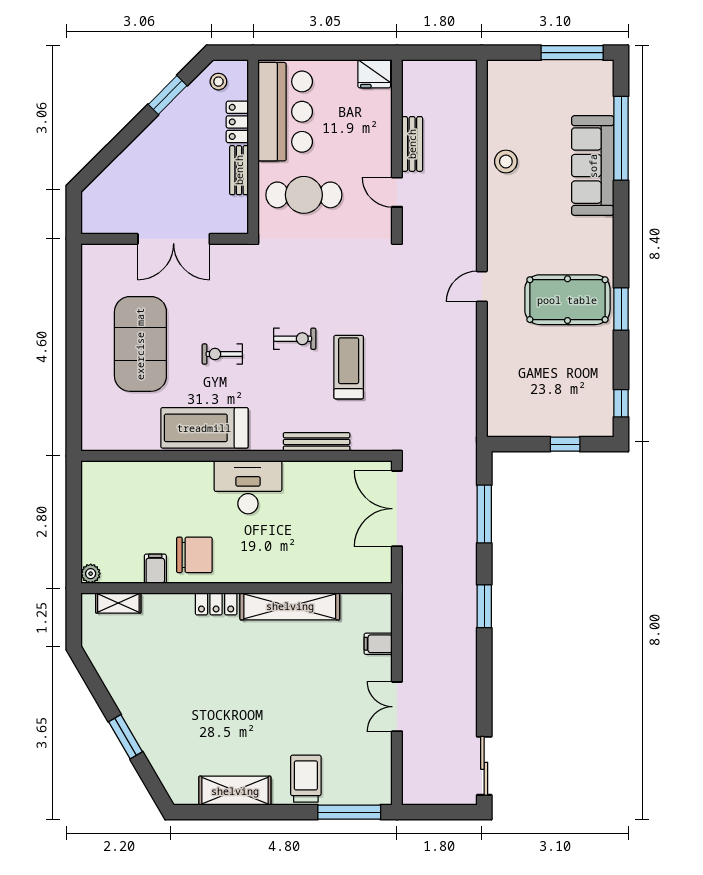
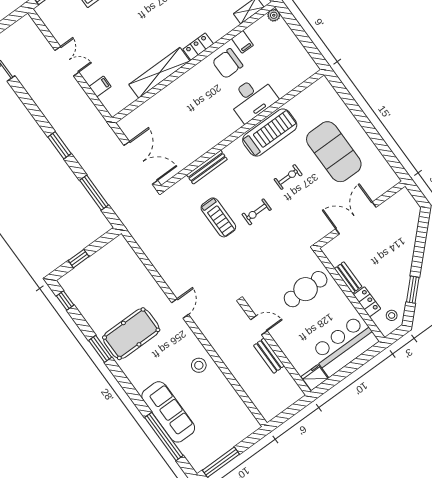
bar counter: (285, 112) -> (344, 346), moved, turned 90
stool: (506, 161) -> (199, 365), moved
desk: (248, 487) -> (252, 99), moved

